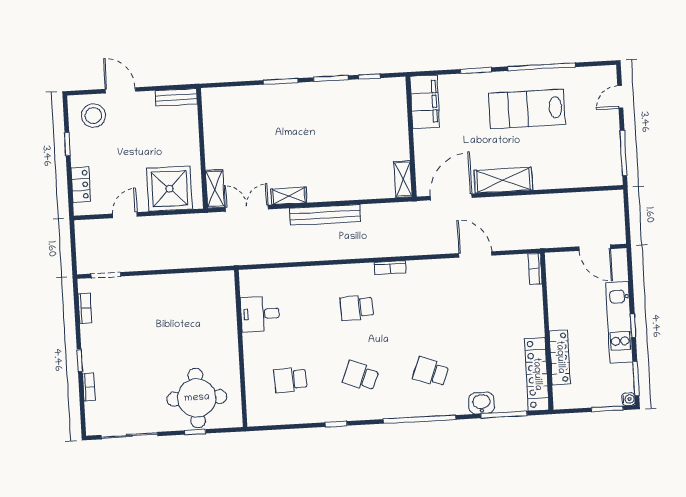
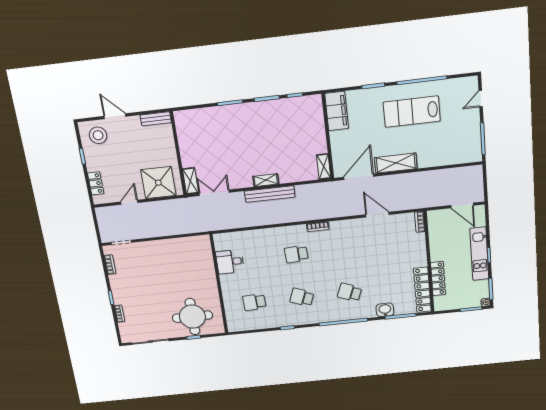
shelving: (289, 196) -> (266, 180), moved

